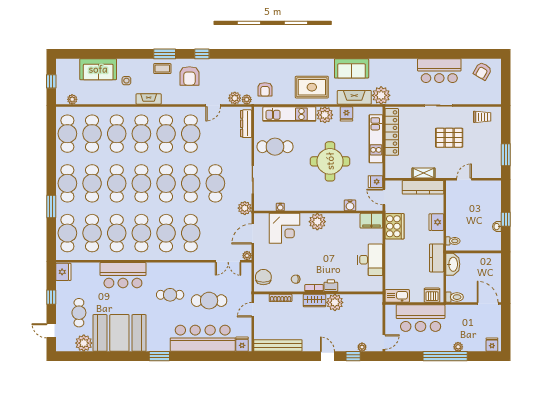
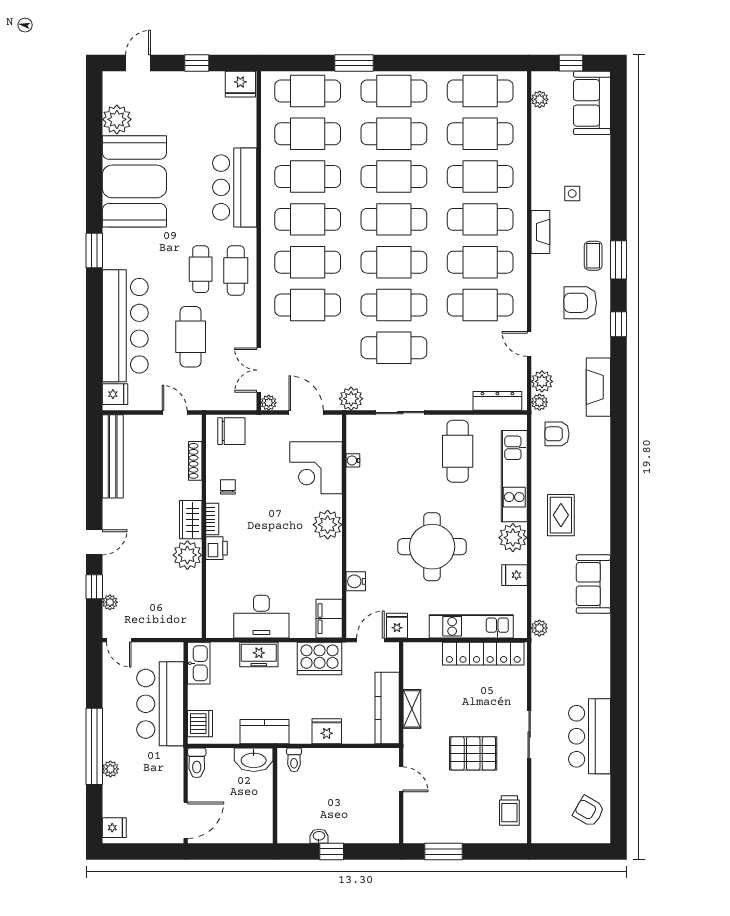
sofa: (98, 69) -> (592, 103), moved
rug: (312, 87) -> (561, 515), width x0.73, depth x0.70
plant: (381, 95) -> (539, 628), width x0.53, depth x0.53
fireplace: (354, 97) -> (598, 387), moved, turned 180
pallet: (449, 138) -> (473, 753), turned 90
freezer: (392, 261) -> (259, 655), added
cafe table: (79, 313) -> (236, 270), moved, turned 90

